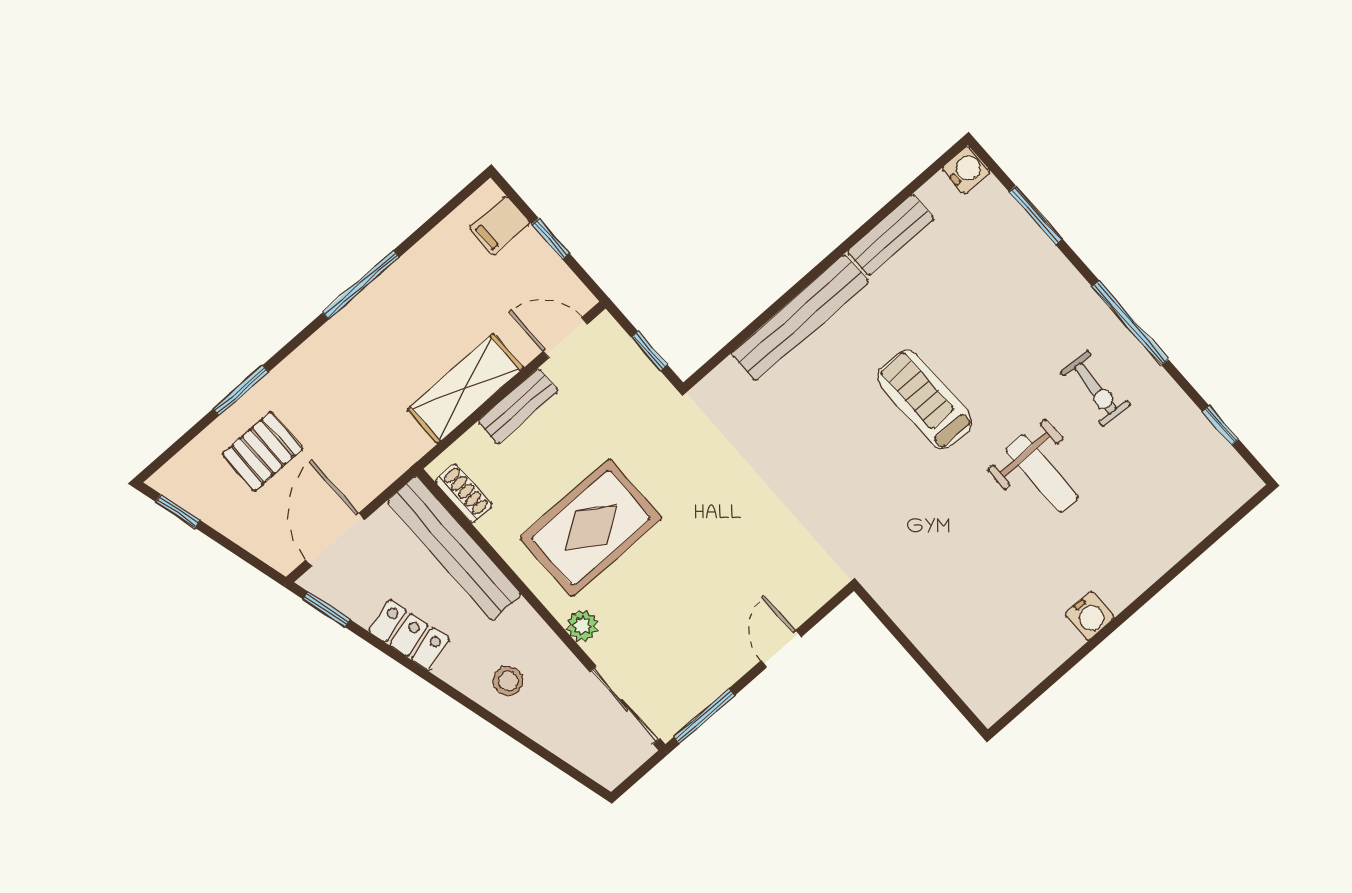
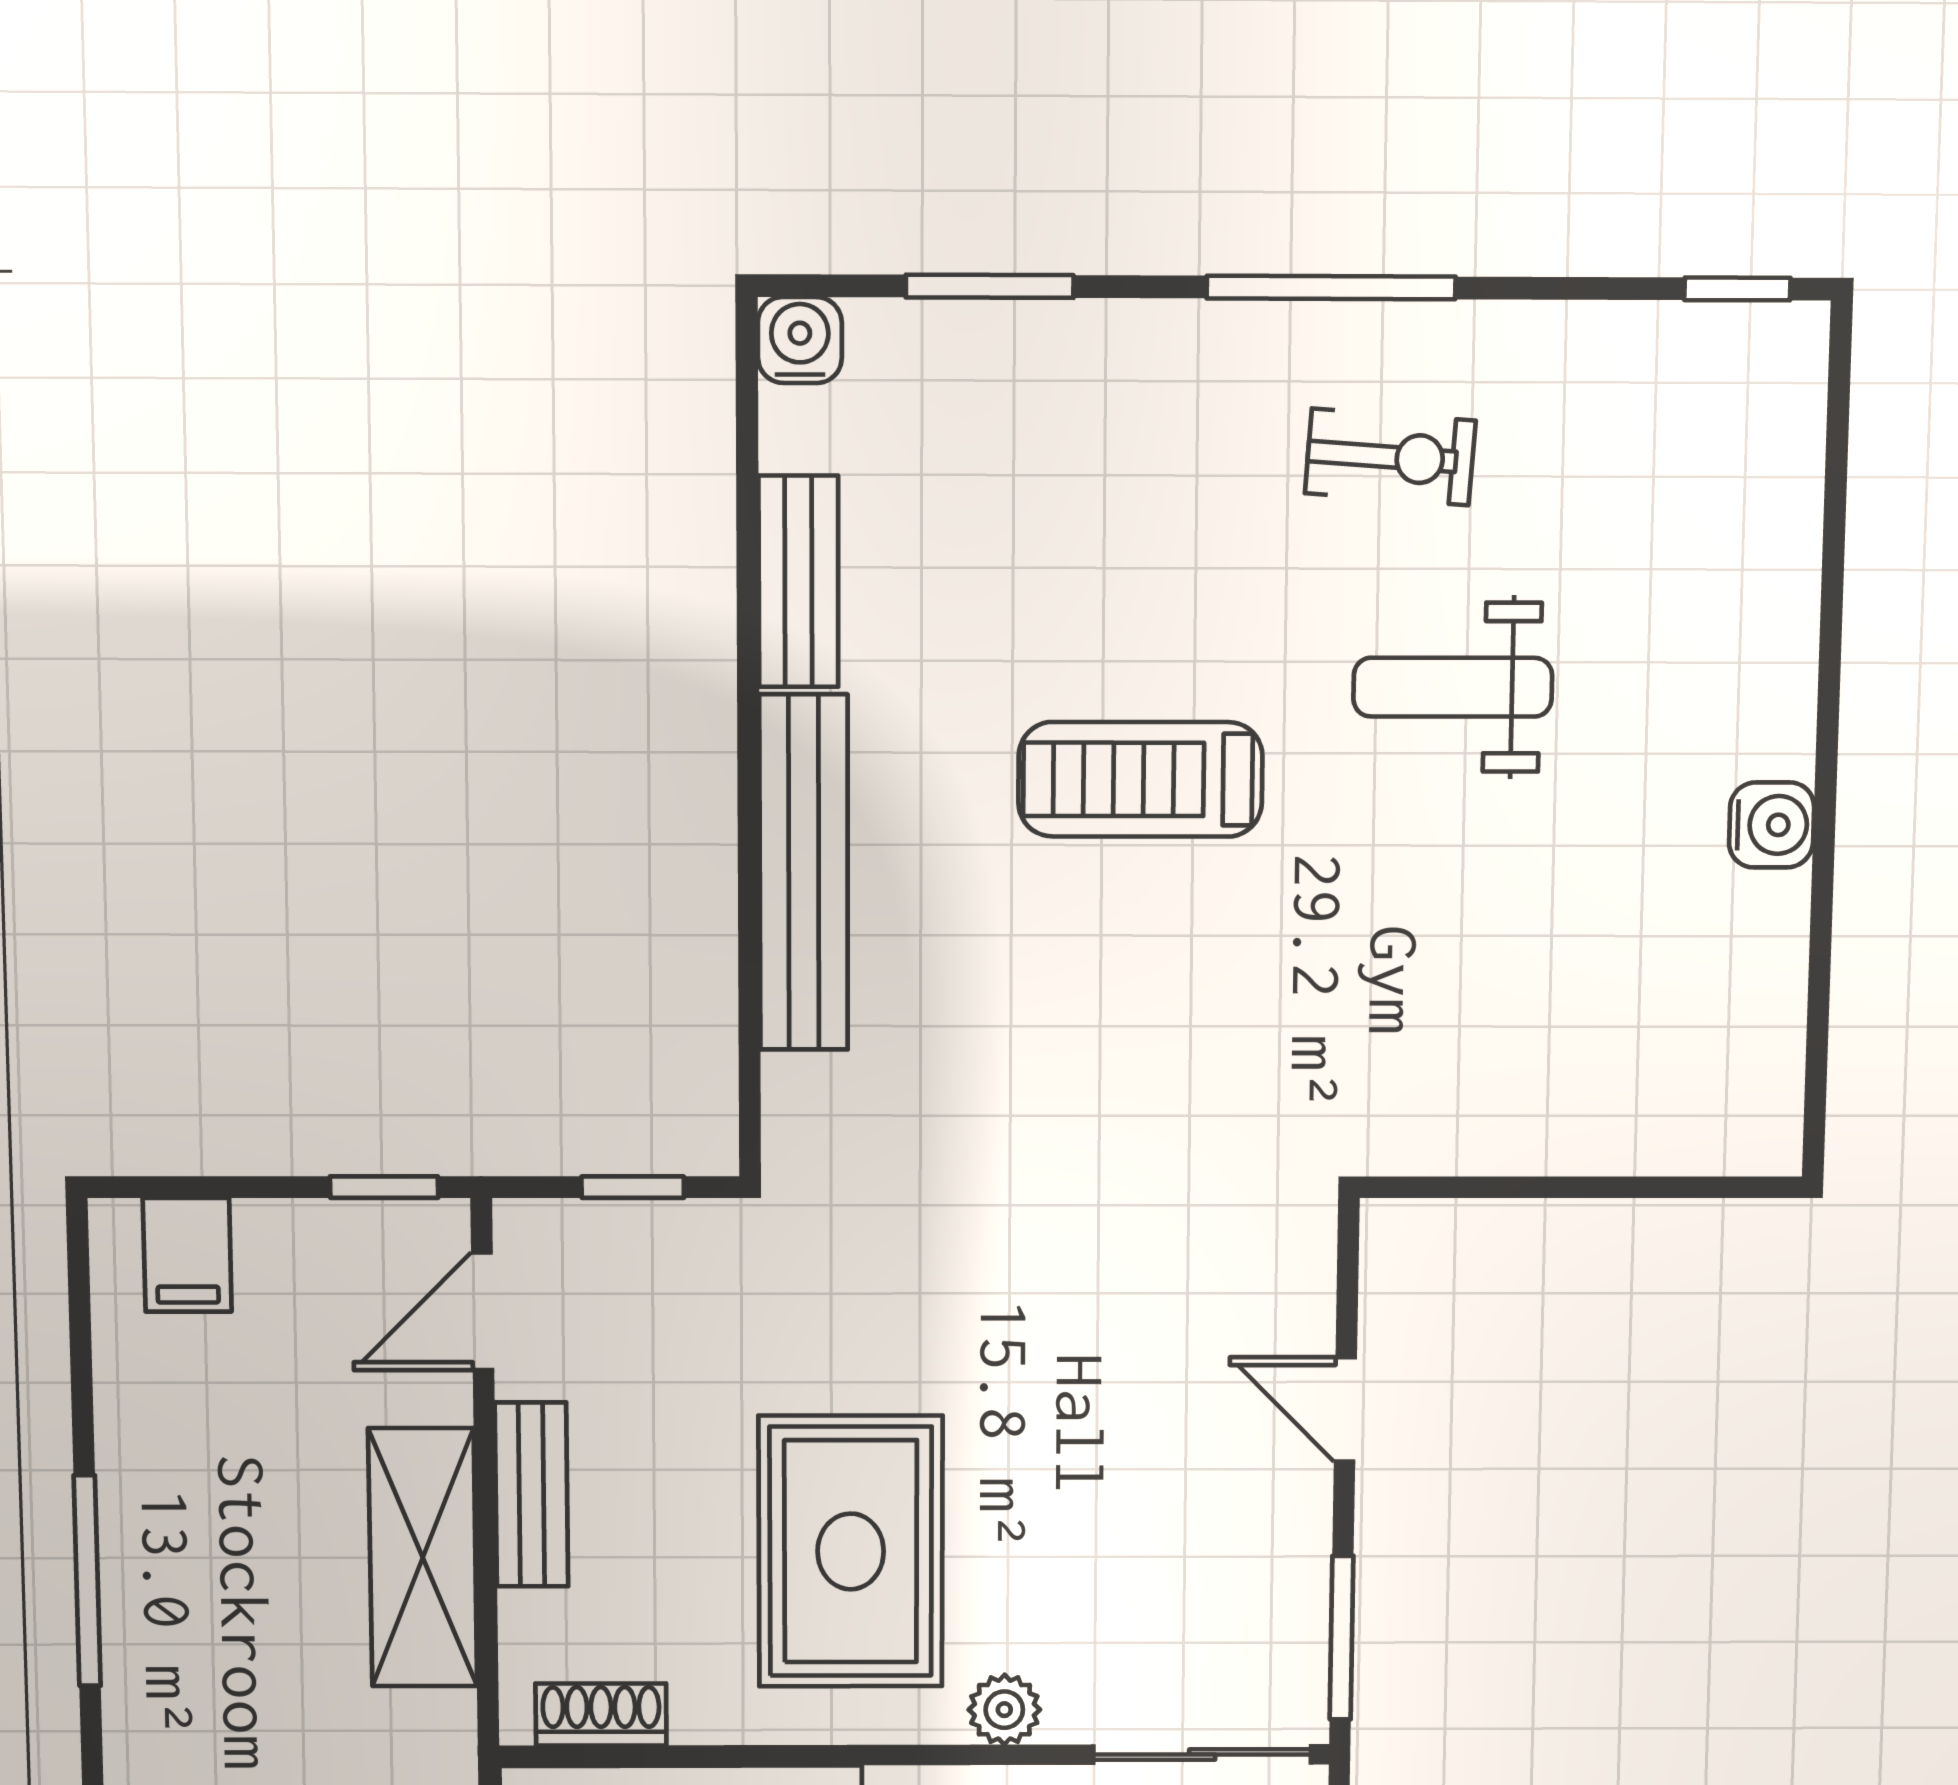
window: (551, 239) -> (384, 1187), moved
window: (1220, 425) -> (1737, 289), moved
weight bench: (1042, 474) -> (1453, 687), turned 180

